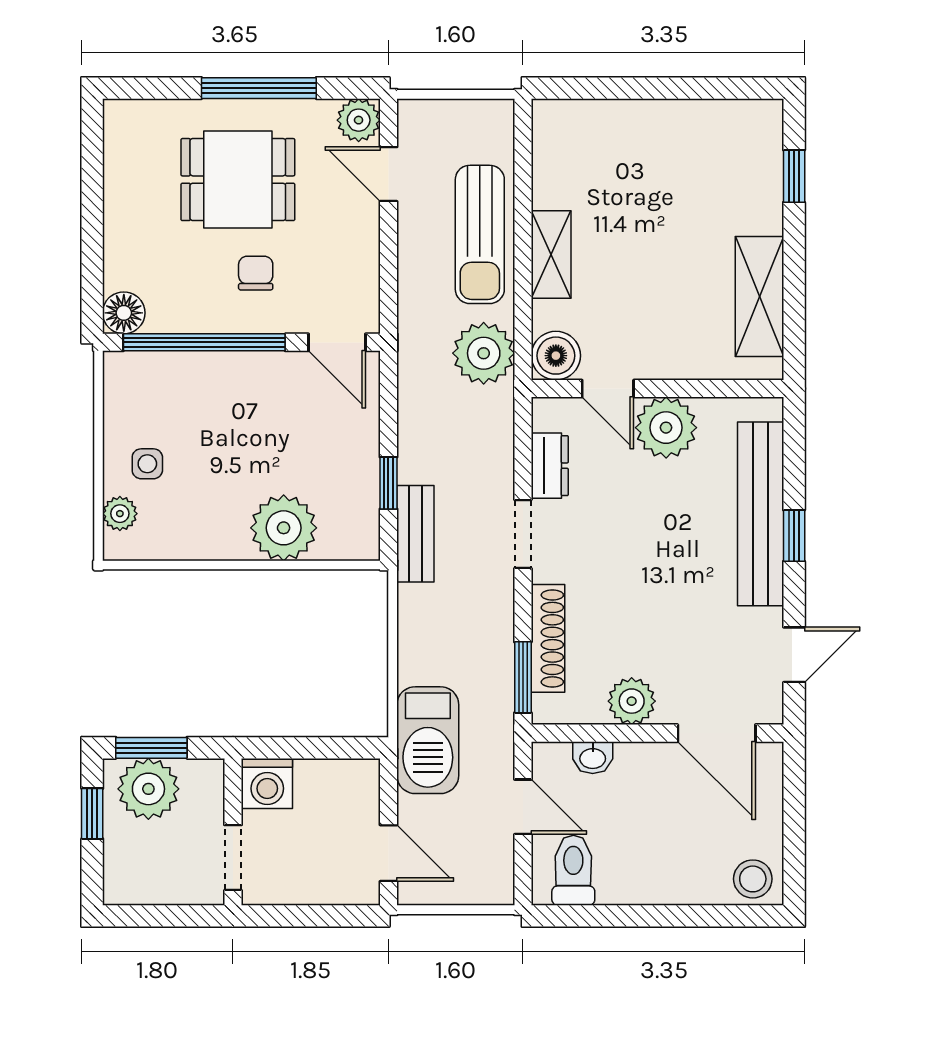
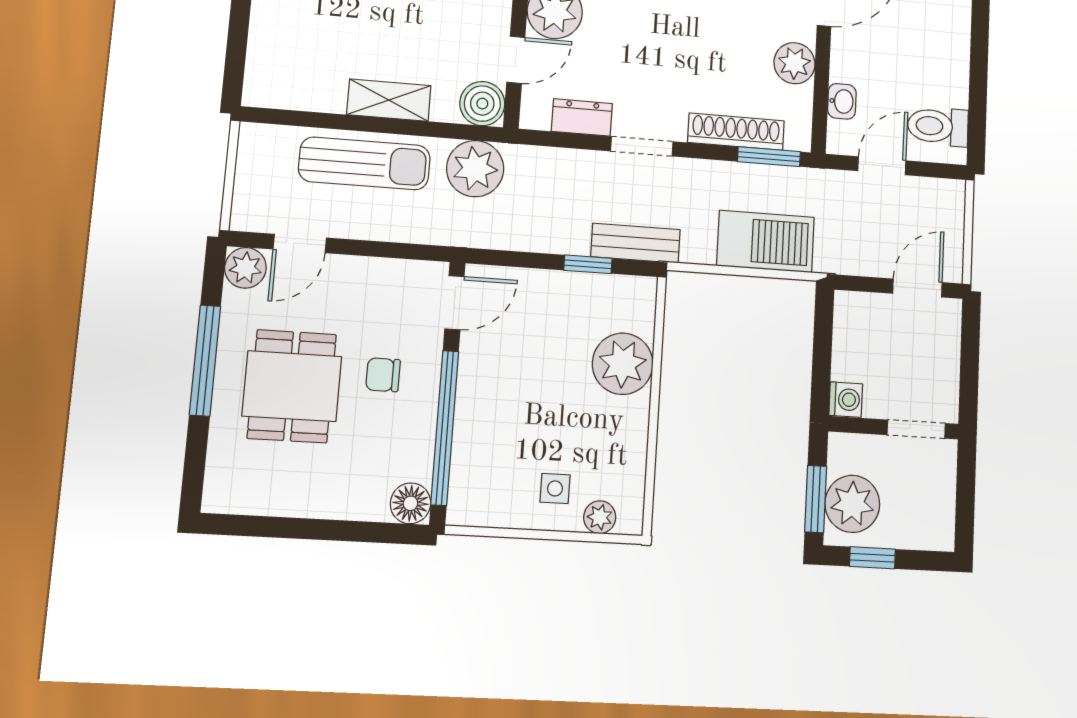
barbecue: (428, 740) -> (766, 241), moved
washing machine: (267, 783) -> (846, 400), width x0.73, depth x0.73

